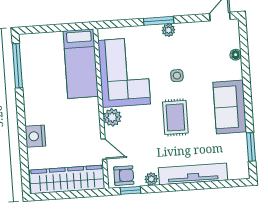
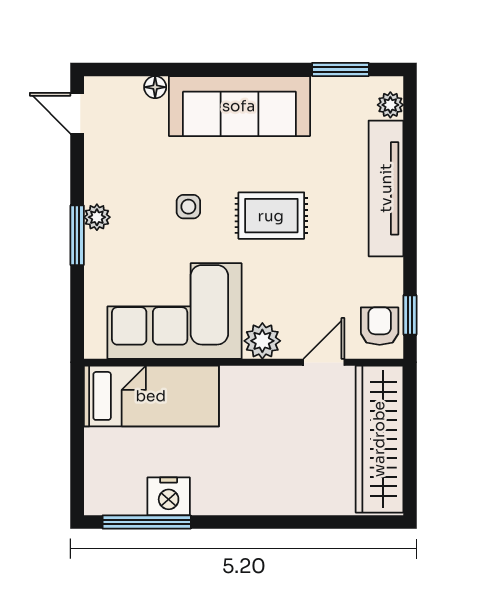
sofa: (230, 107) -> (239, 106), width x1.36
nightstand: (35, 136) -> (169, 496), moved
plant: (151, 179) -> (390, 105), moved

